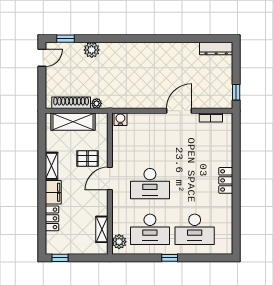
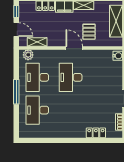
locker: (226, 180) -> (96, 133), moved
door: (85, 258) -> (16, 30), added
window: (170, 258) -> (16, 92), width x2.17

